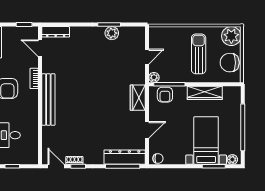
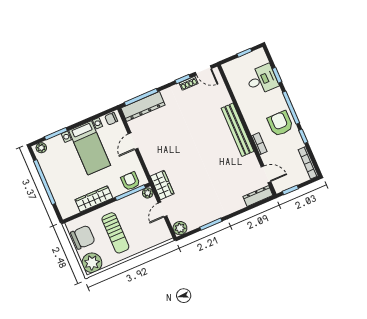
plant: (112, 33) -> (180, 228), moved
wardrobe: (138, 98) -> (162, 185), moved
bed with nightstands: (206, 141) -> (90, 148), moved

